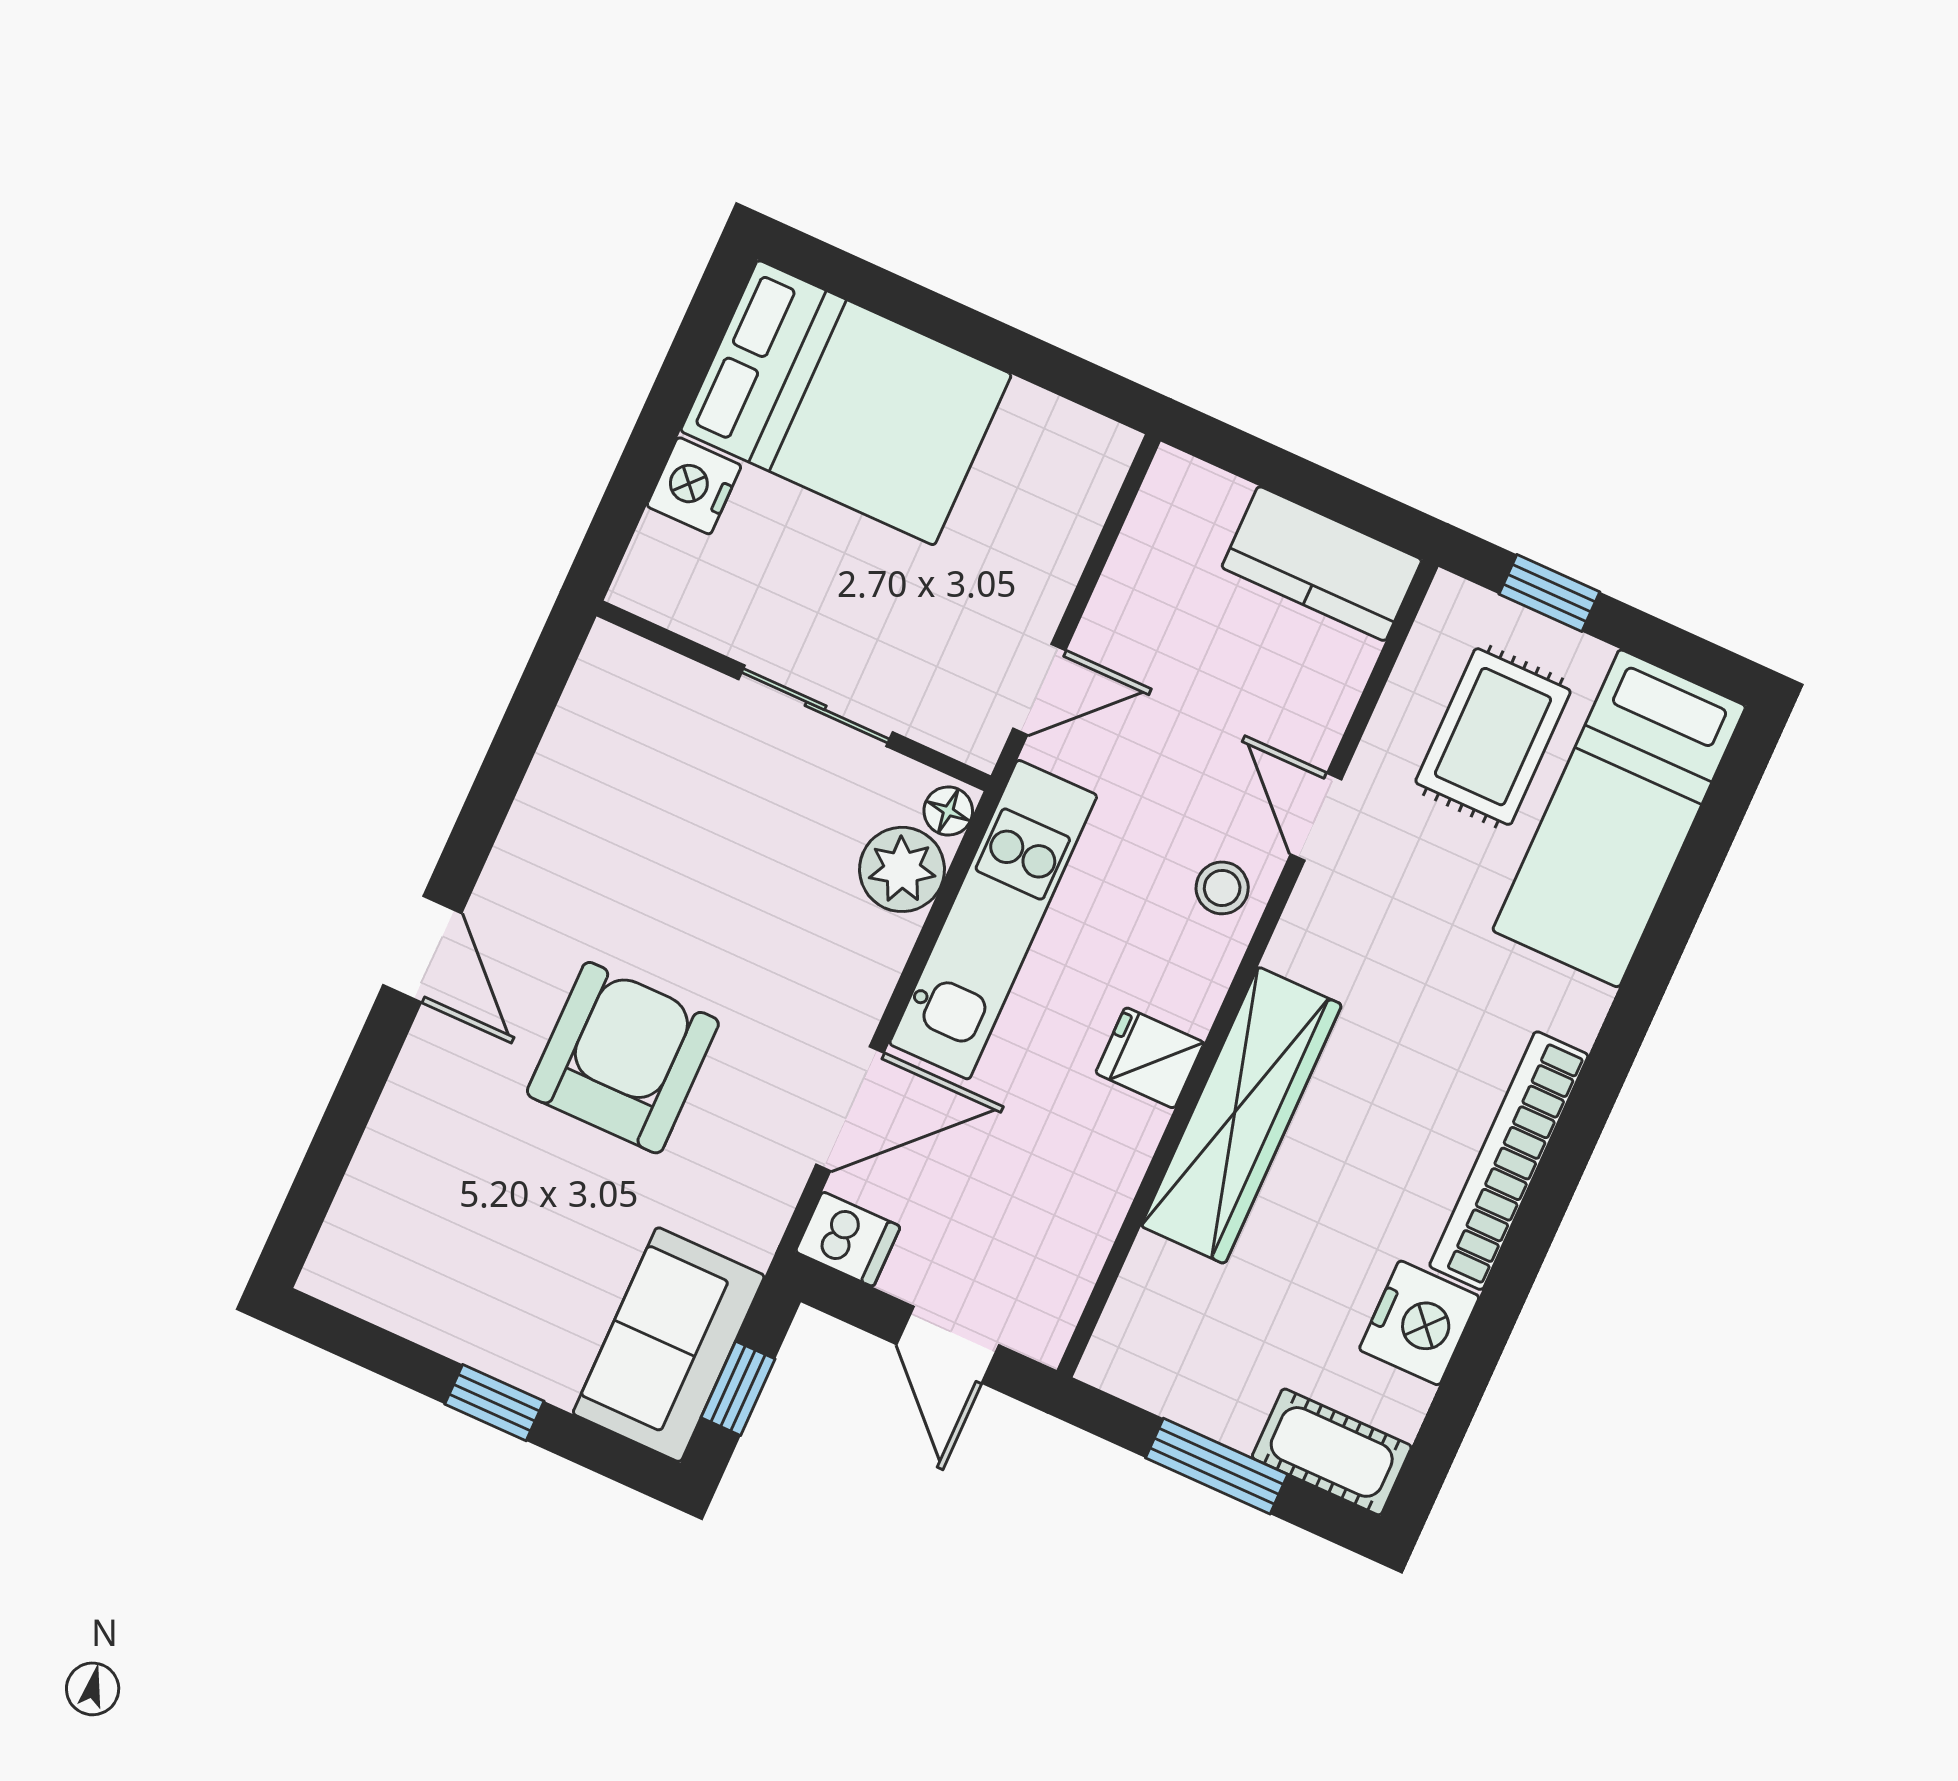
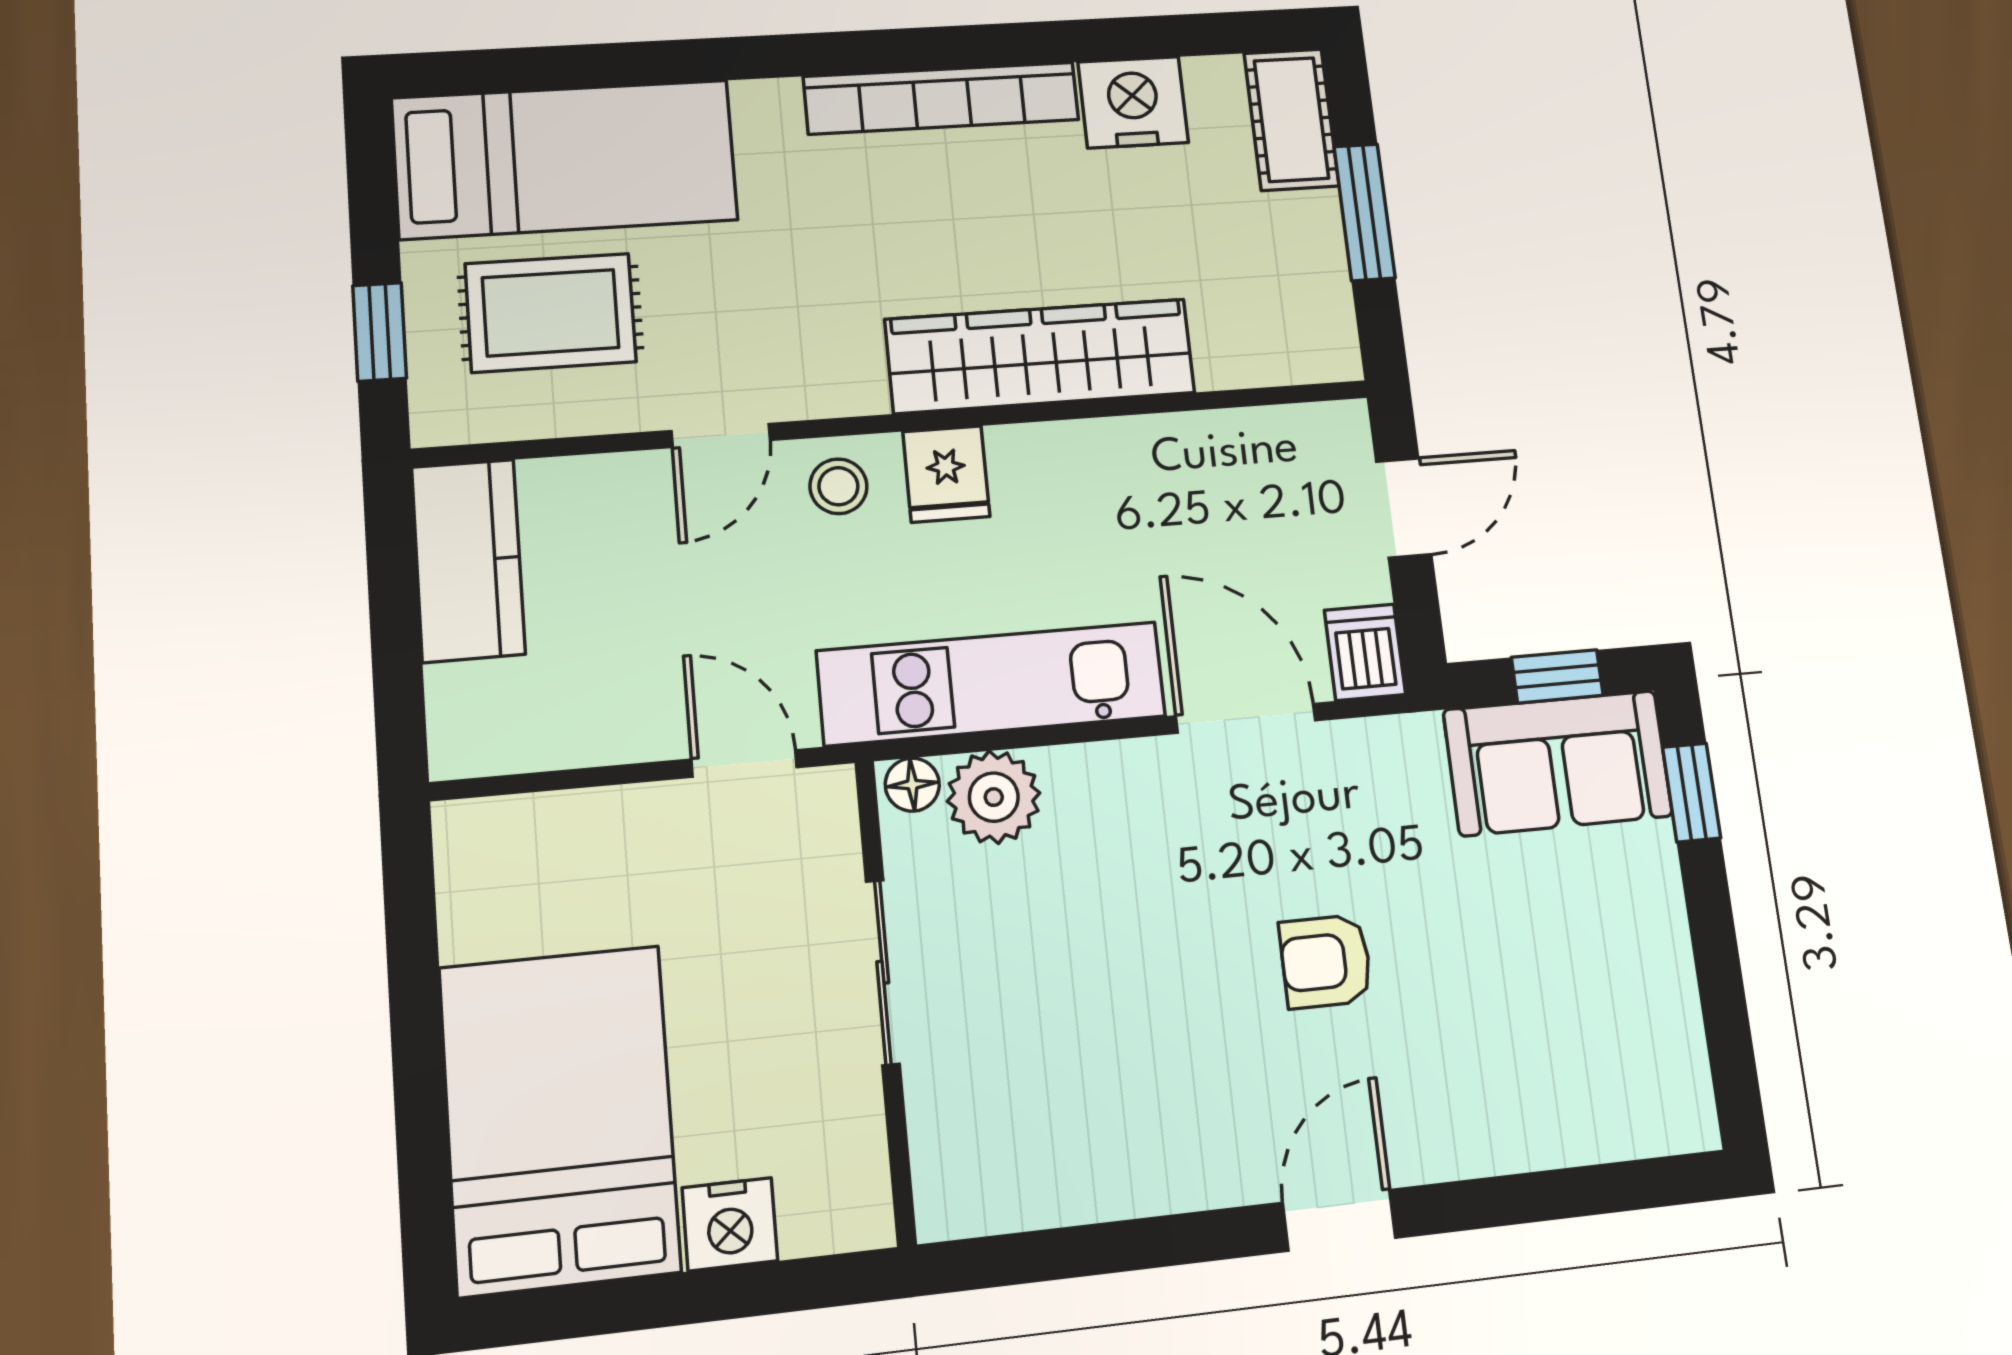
armchair: (623, 1058) -> (1326, 961), width x0.53, depth x0.53
fridge: (1150, 1058) -> (946, 474), moved
window: (494, 1403) -> (1692, 793), moved

